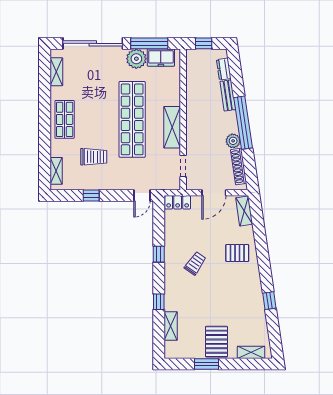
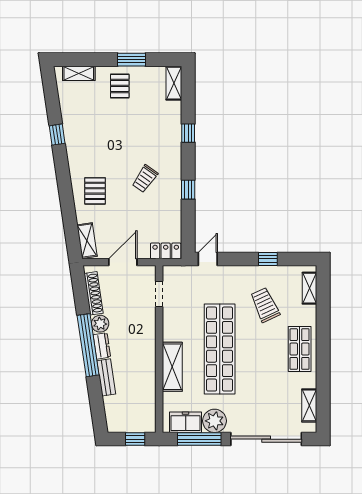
dresser: (224, 69) -> (102, 346), moved
shelving: (172, 127) -> (172, 367), moved
trolley: (94, 157) -> (265, 305), turned 65
pallet: (237, 253) -> (95, 191), turned 90
shelving: (171, 326) -> (174, 83), moved
pallet: (216, 342) -> (120, 86), width x0.67, depth x0.71

